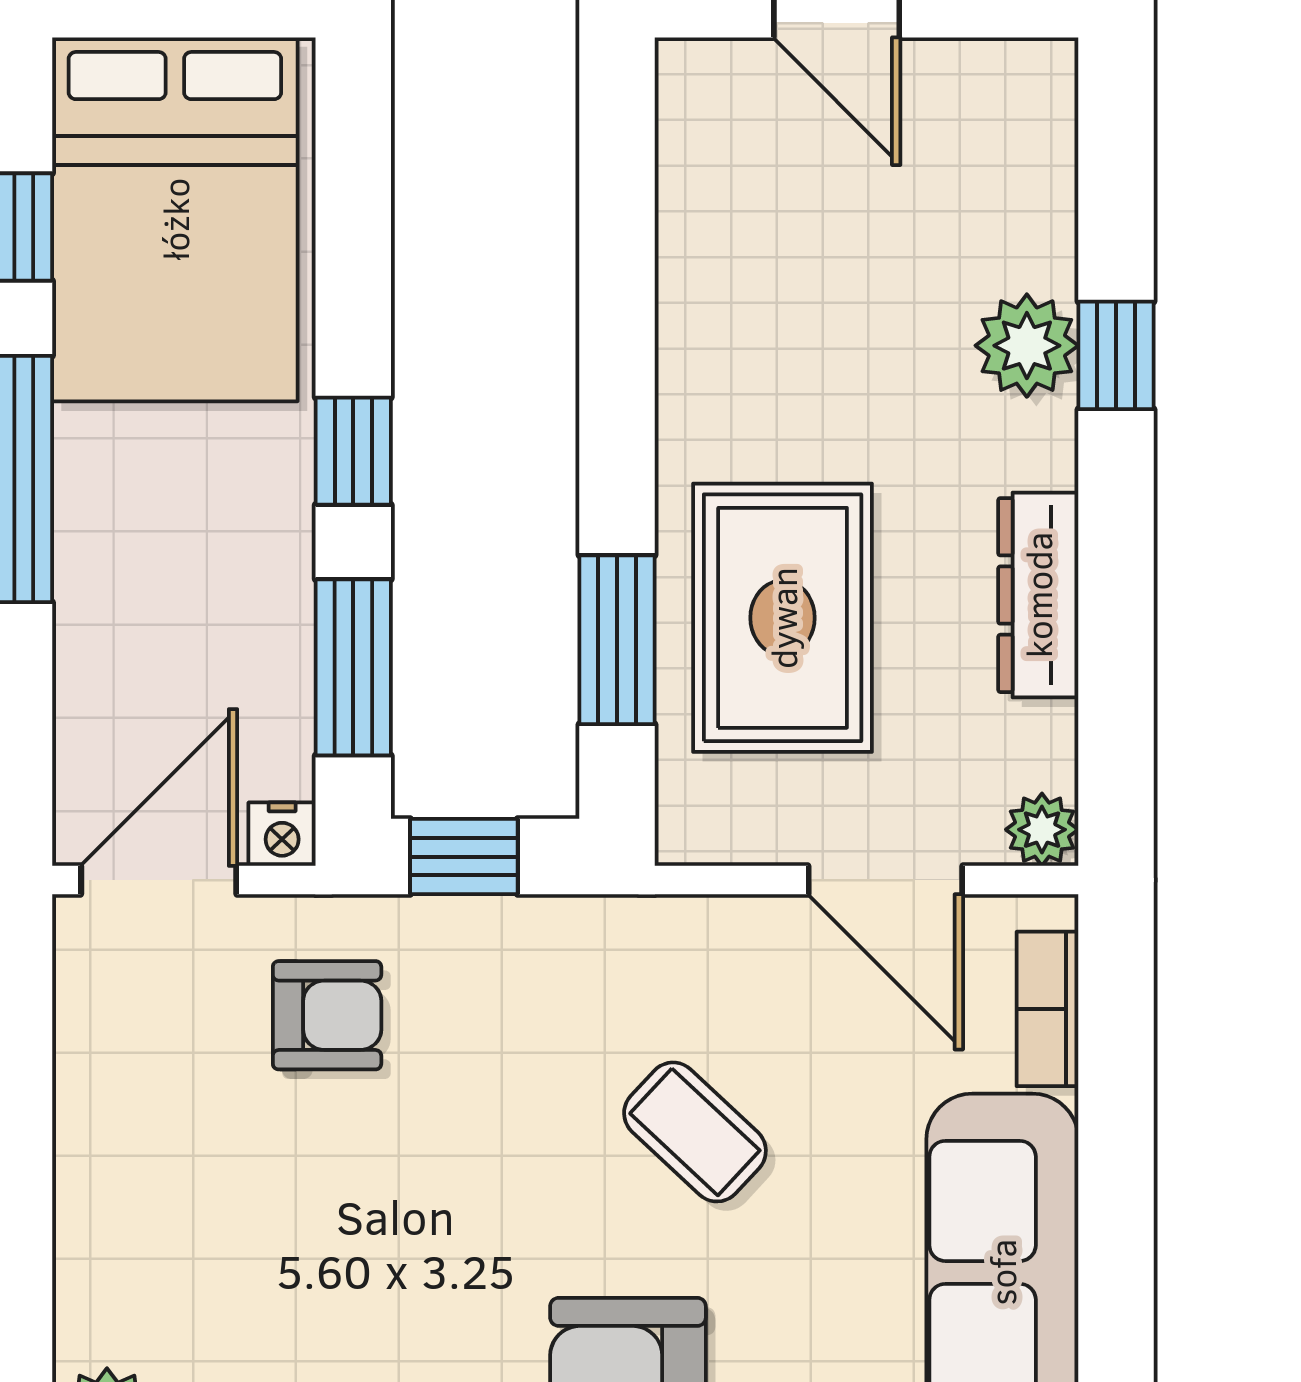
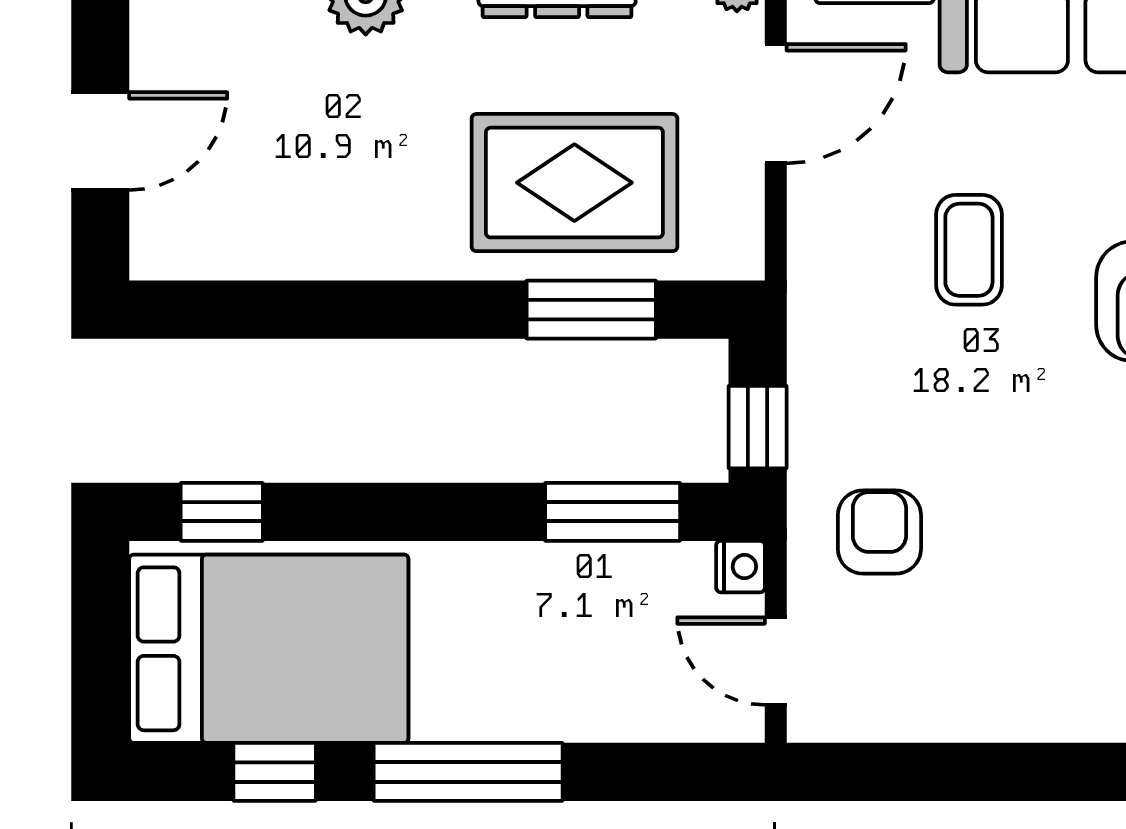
window: (353, 451) -> (222, 512), moved
door: (159, 880) -> (776, 661), width x0.73
coffee table: (695, 1132) -> (969, 250), turned -43

